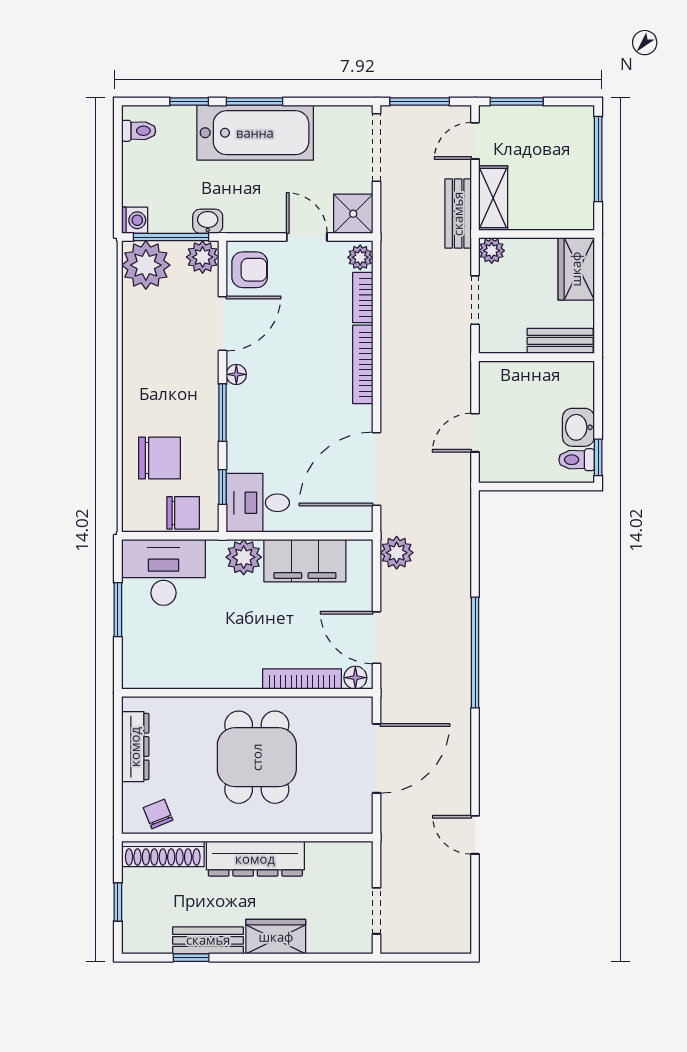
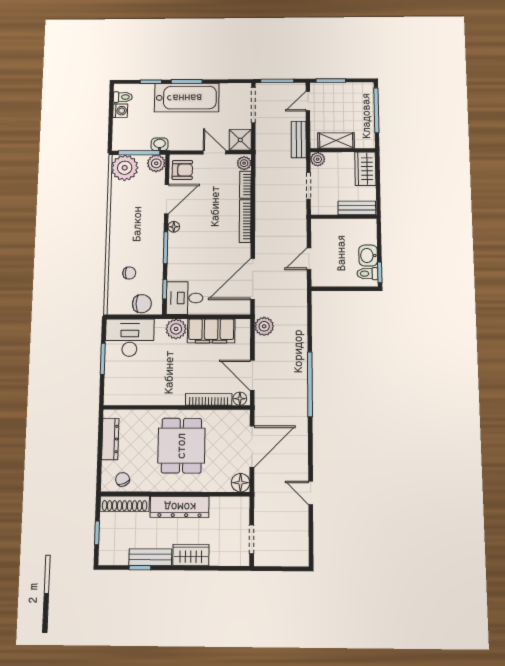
shelving: (493, 198) -> (336, 140), moved, turned 90
washing machine: (135, 220) -> (120, 111), moved
chair: (159, 458) -> (129, 273), width x0.54, depth x0.54
floor lamp: (357, 818) -> (241, 483), added

